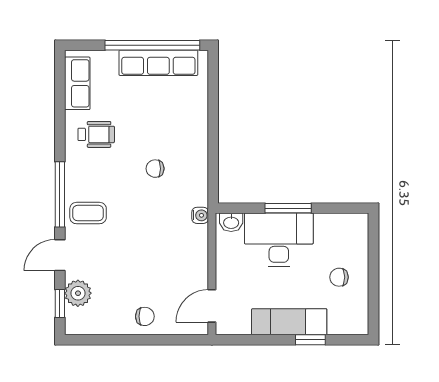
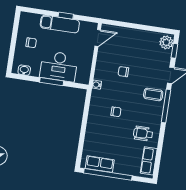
row of seats: (158, 63) -> (100, 164), width x0.68
washbasin: (231, 222) -> (24, 70), moved
plant: (78, 293) -> (166, 42), moved
chair: (145, 316) -> (123, 72), moved
window: (310, 340) -> (66, 16), moved

